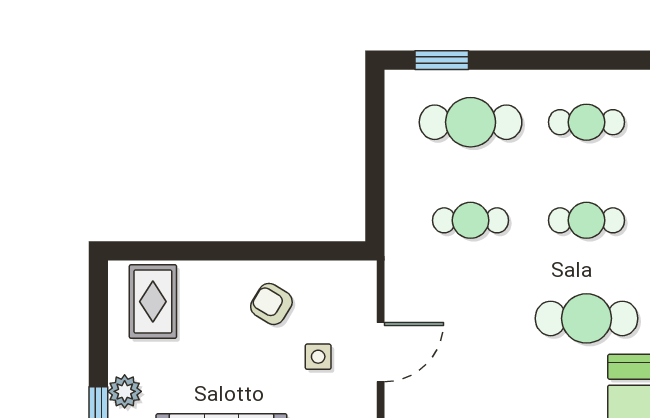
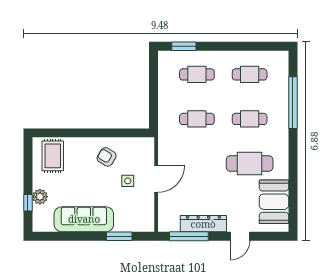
cafe table: (471, 122) -> (197, 74), width x0.73, depth x0.74

